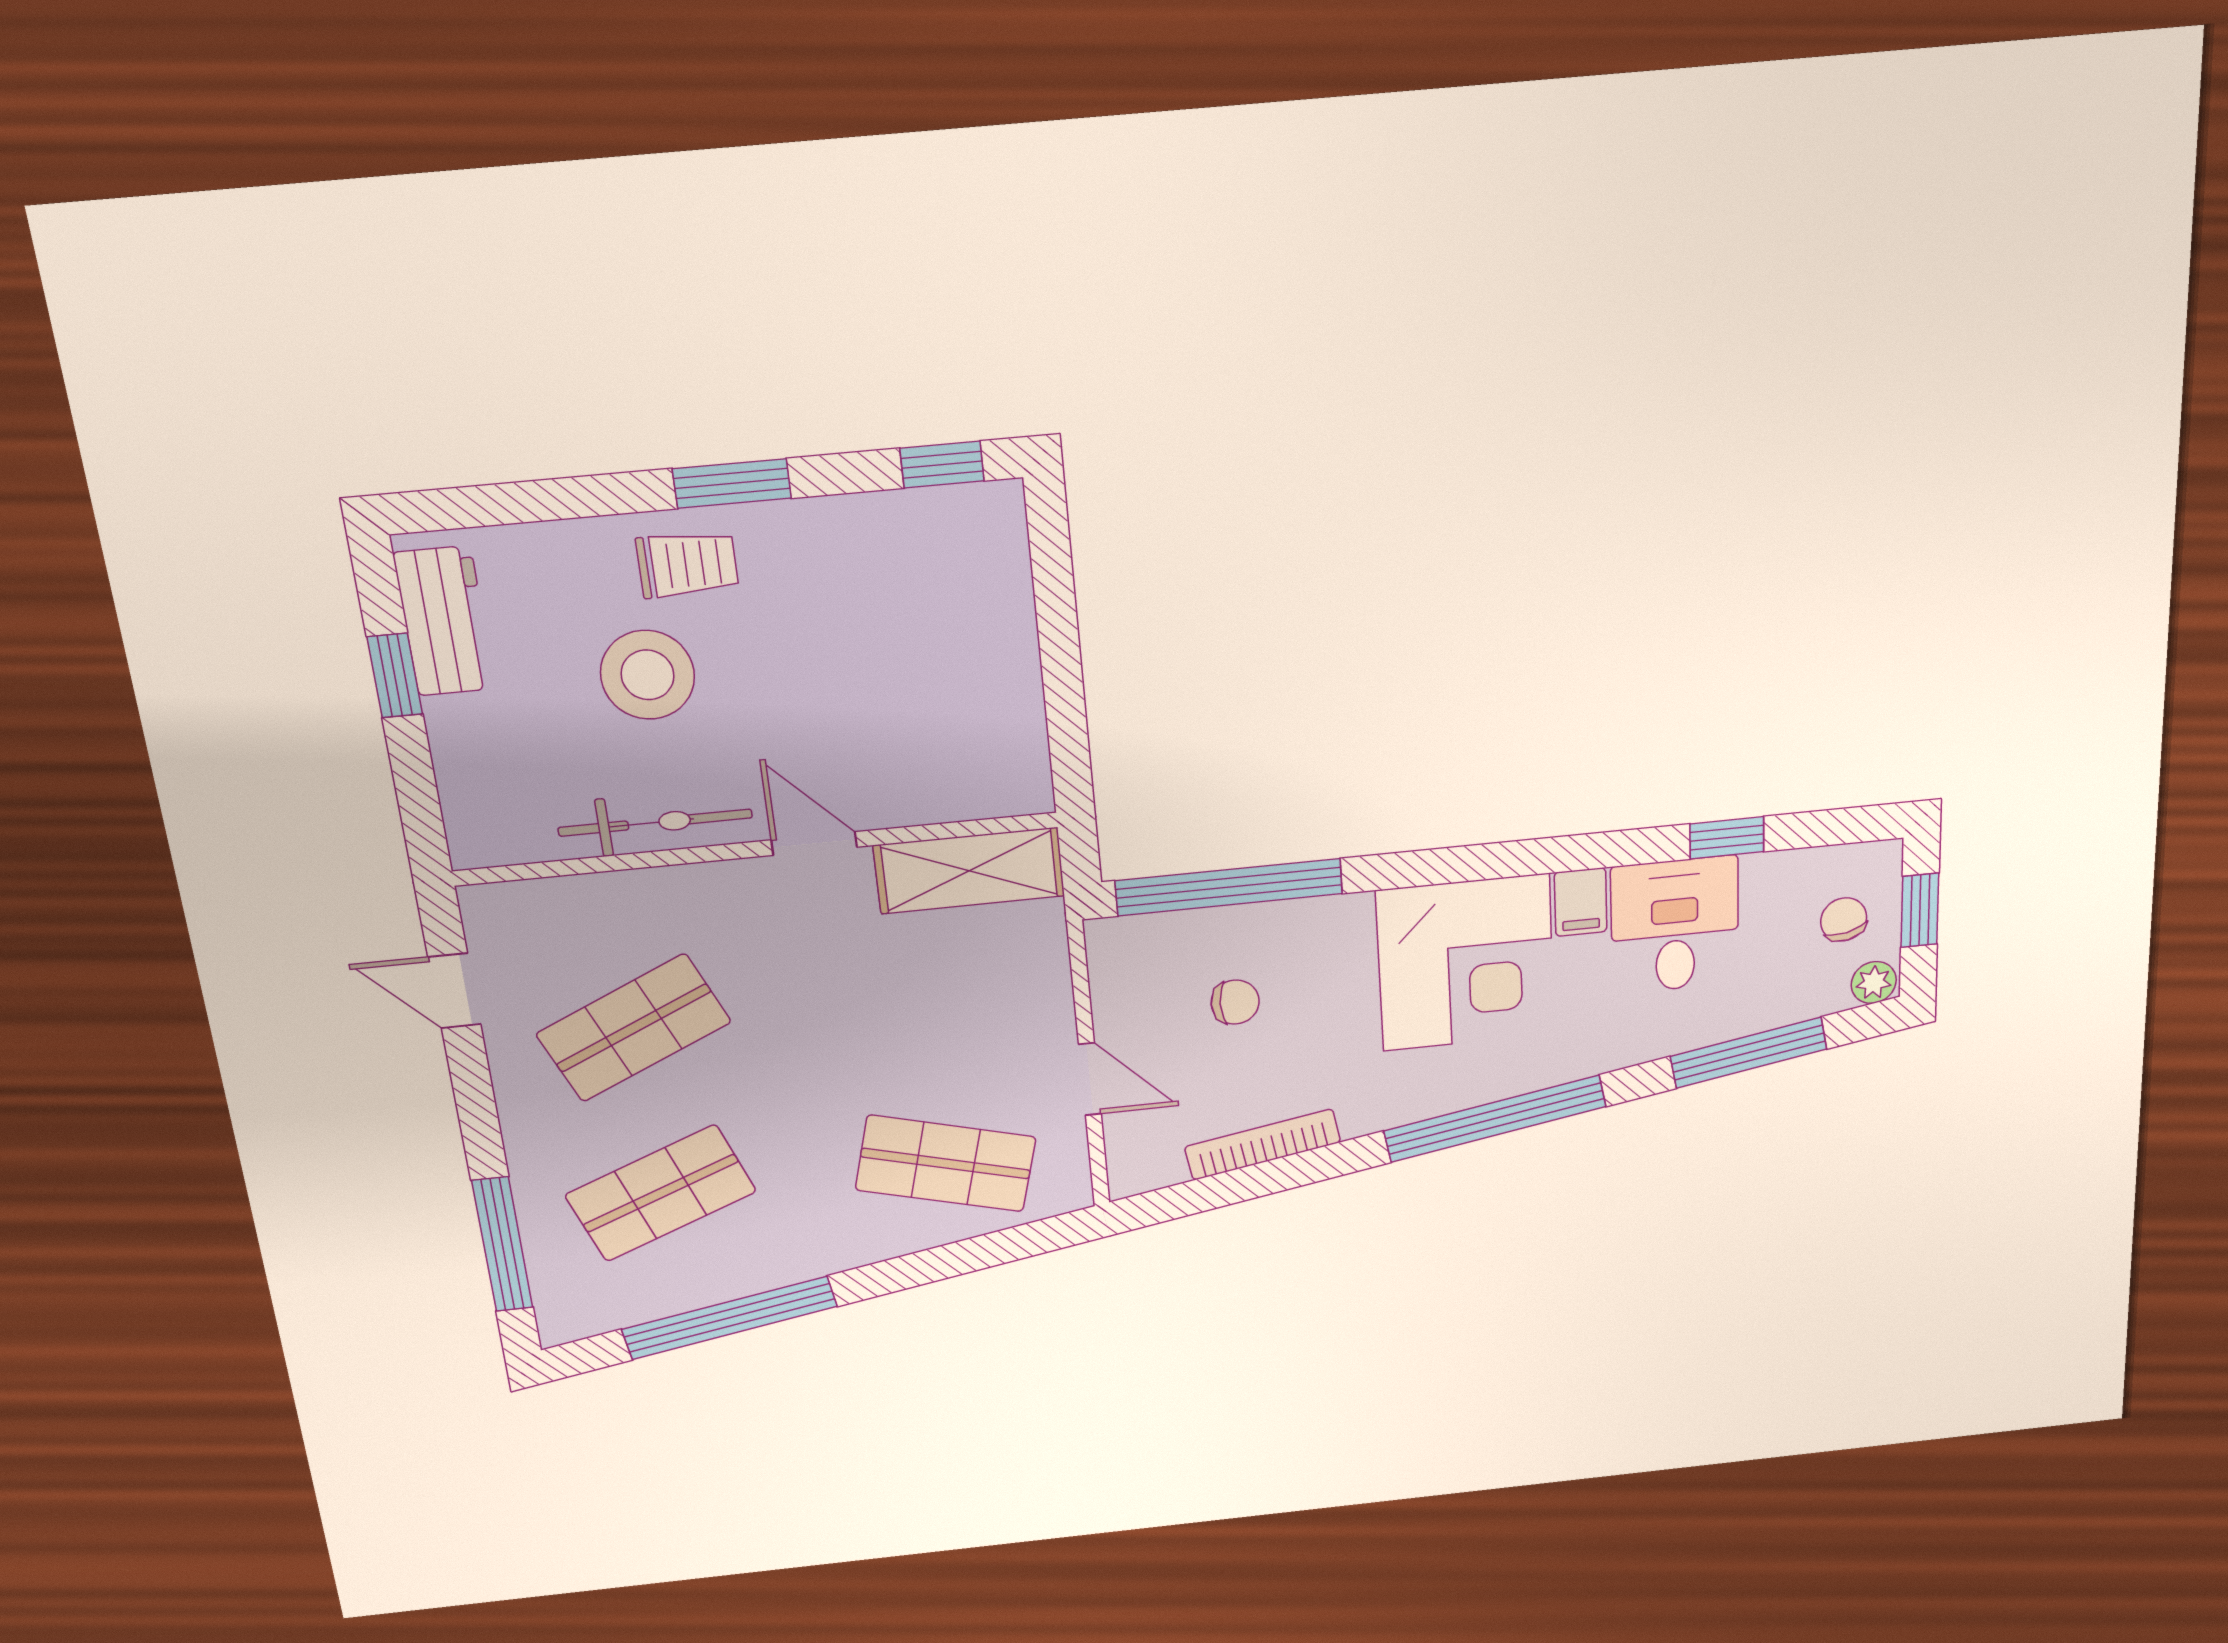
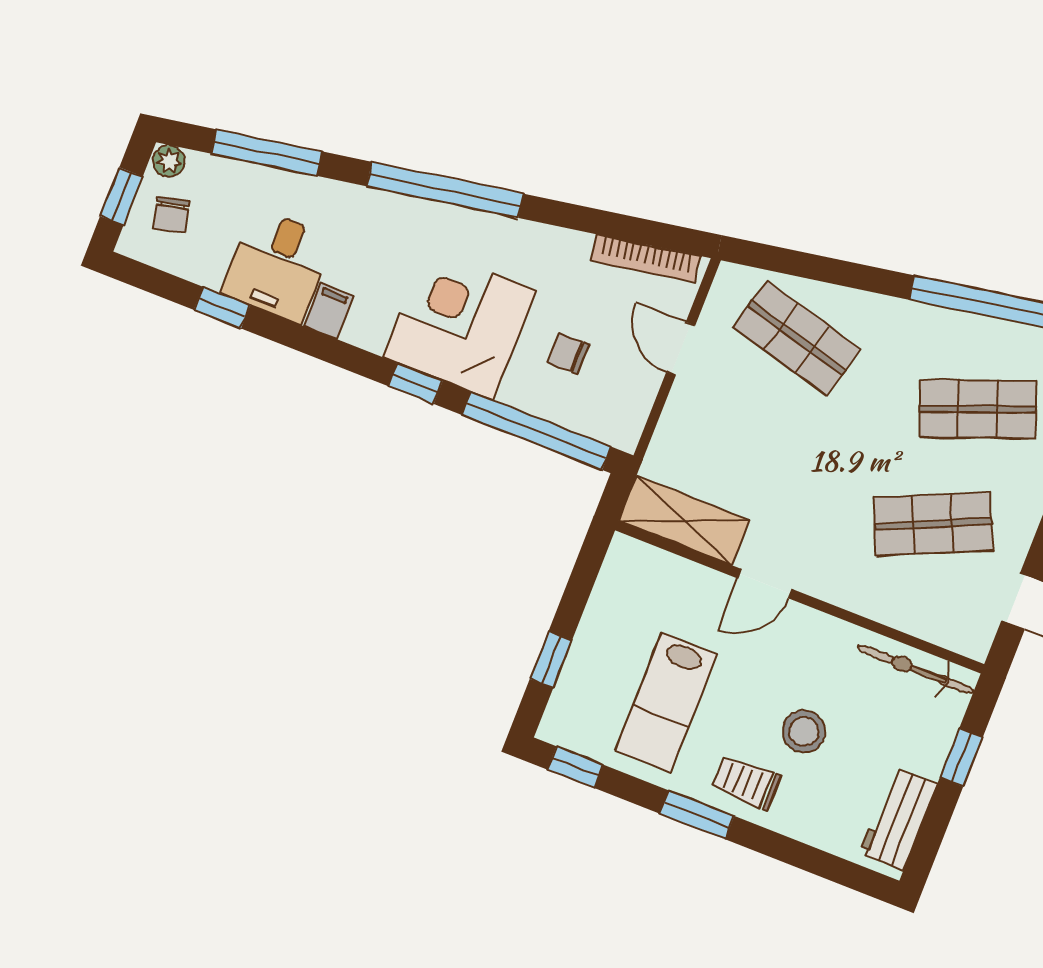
window: (1055, 598) -> (551, 660), added
lab bench: (862, 619) -> (666, 702), added
window: (395, 675) -> (961, 757), moved
stool: (648, 675) -> (804, 731), width x0.73, depth x0.73
bicycle: (655, 823) -> (916, 669), moved
door: (814, 843) -> (765, 584), hinge flipped
window: (1422, 868) -> (415, 383), added
corner desk: (1466, 963) -> (460, 324), moved
bookcase: (1263, 1144) -> (646, 258), moved

